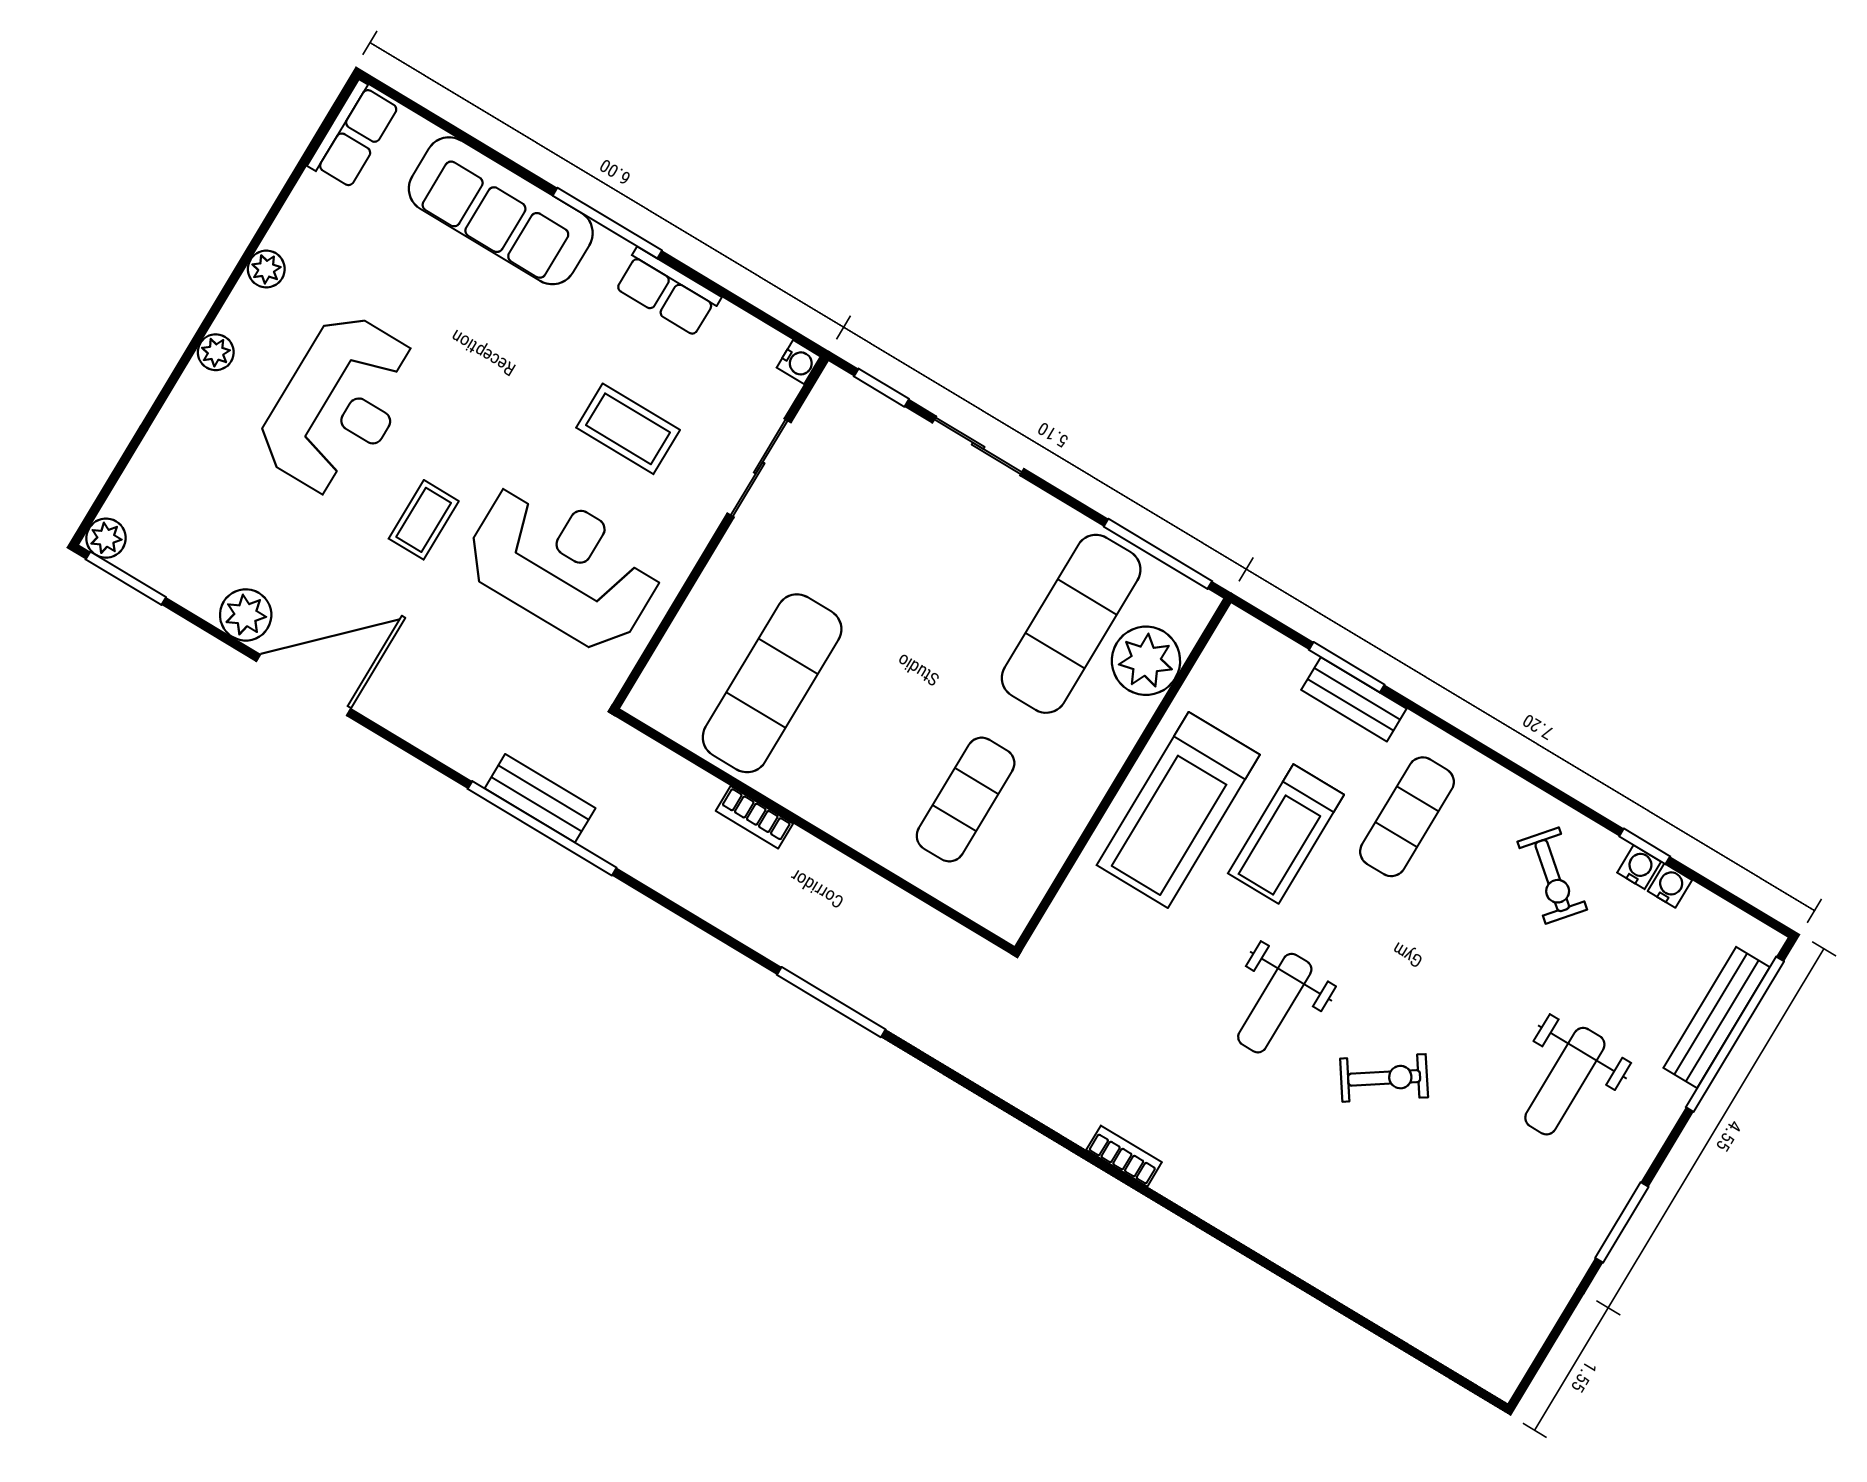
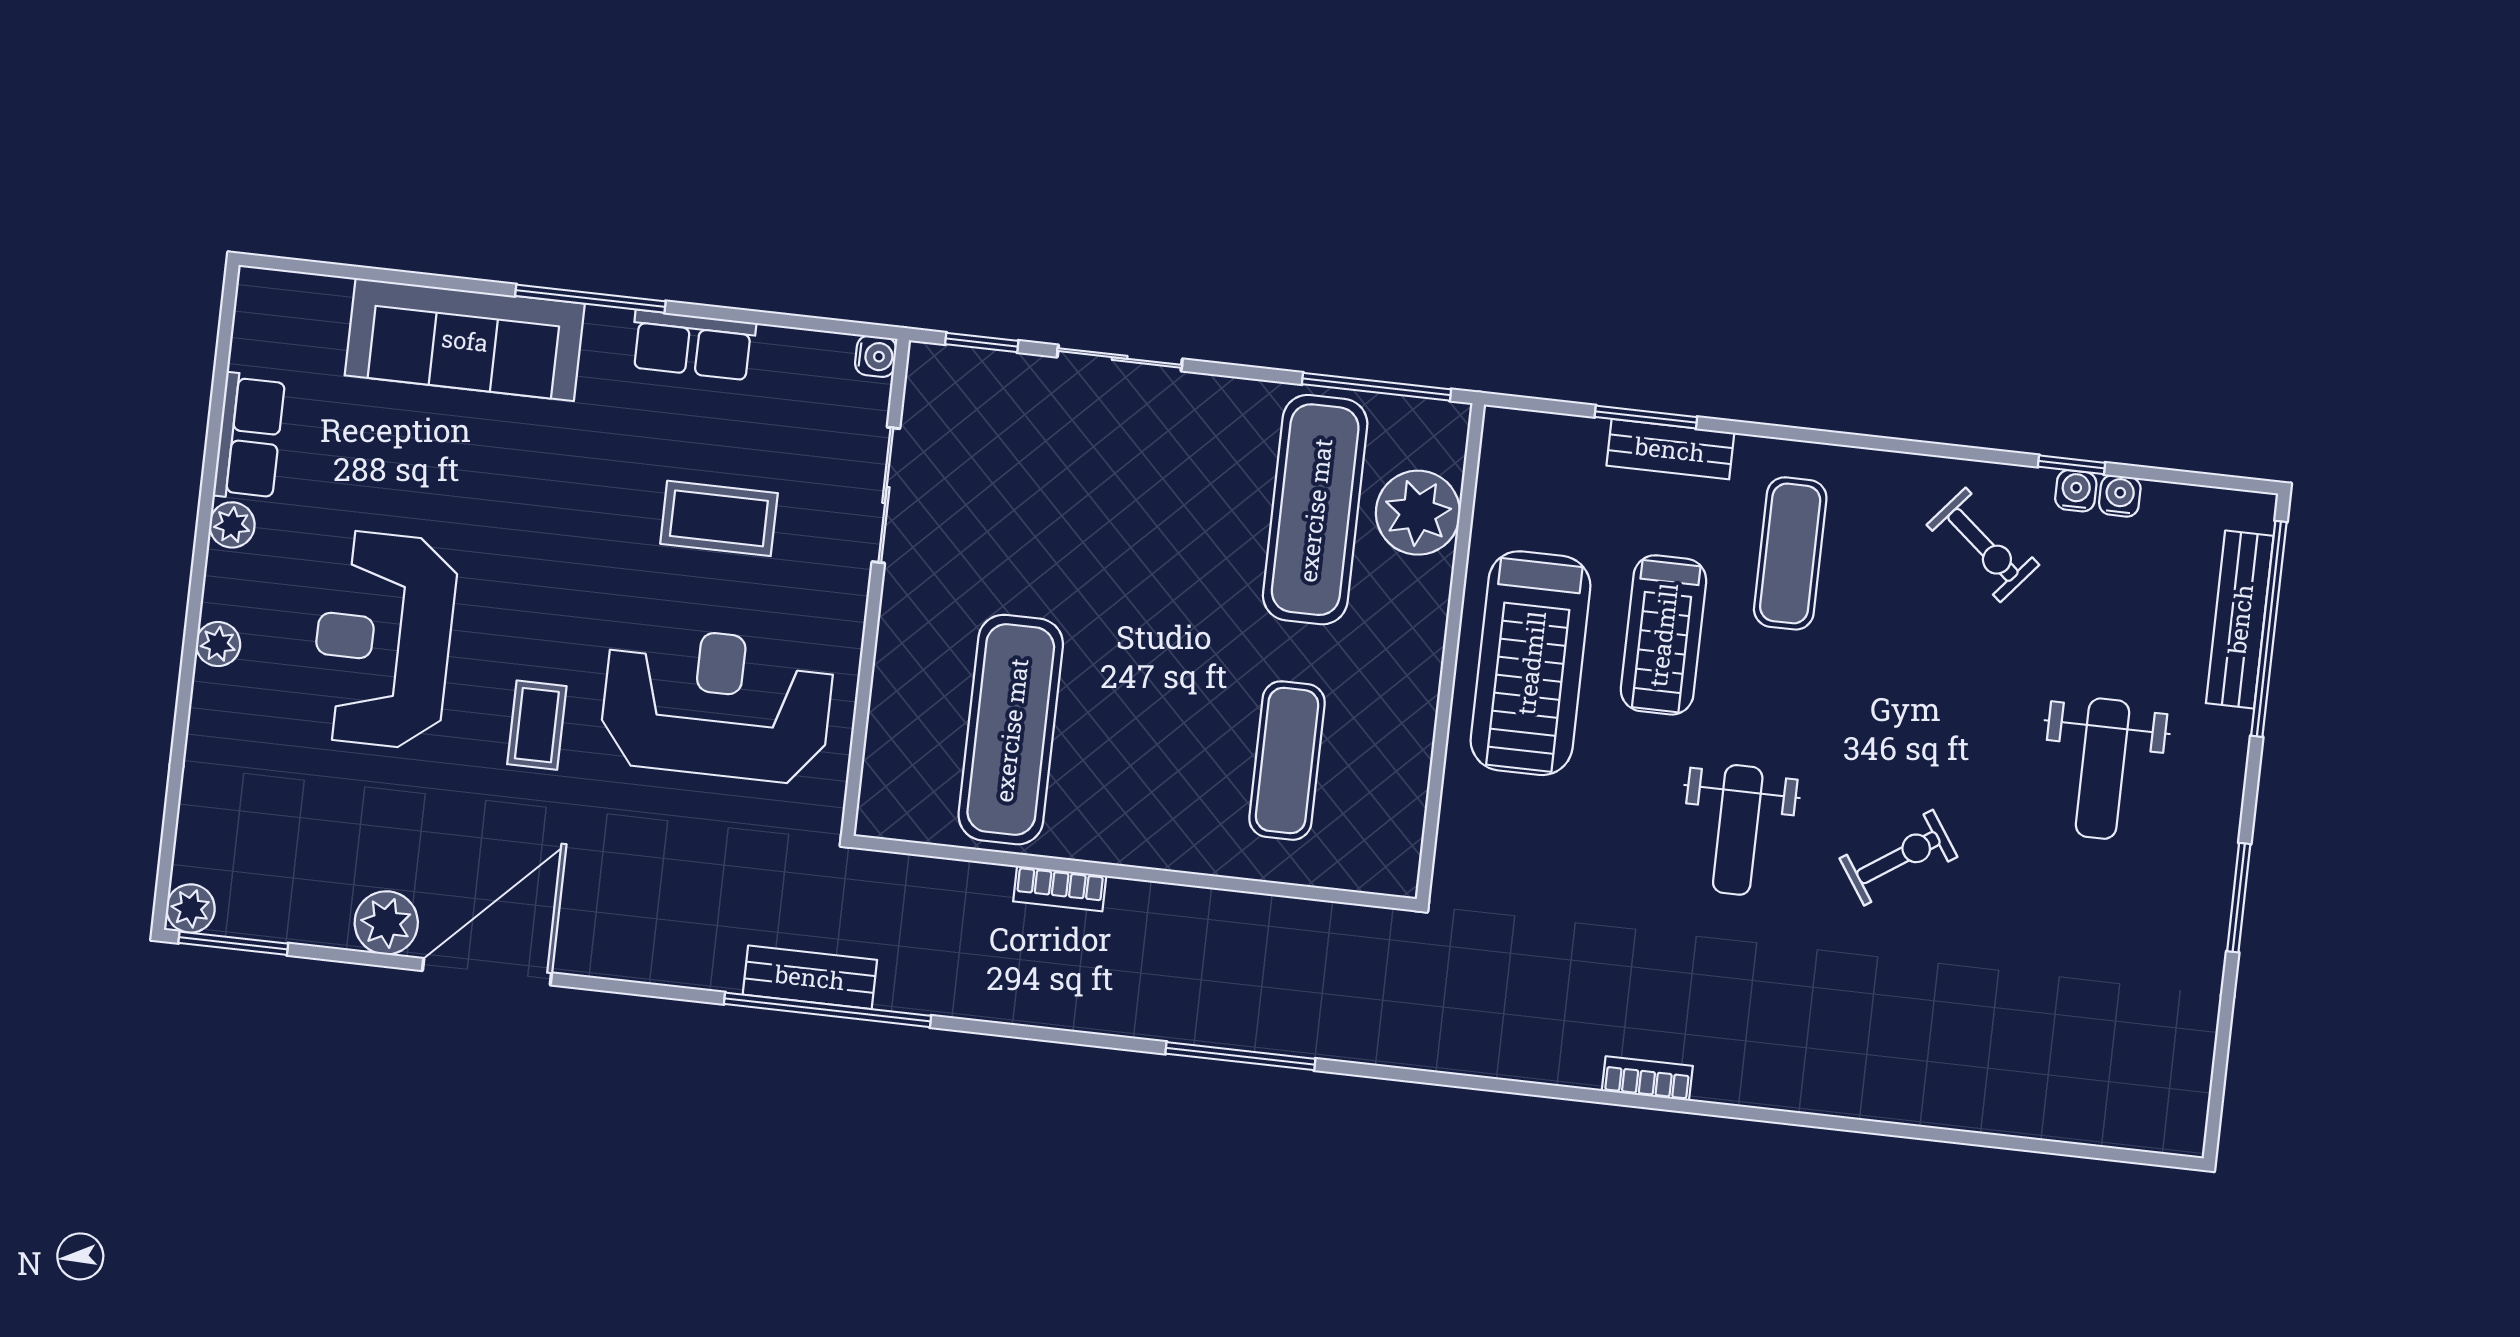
row of seats: (354, 135) -> (249, 437), moved
reception desk: (339, 405) -> (383, 640), turned 180

